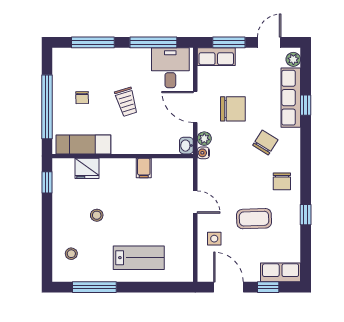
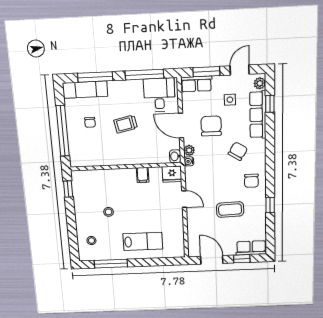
trolley: (126, 102) -> (126, 124), turned 95
window: (306, 105) -> (270, 104), moved
chair: (233, 109) -> (211, 126), turned -90
exam couch: (83, 144) -> (85, 90), moved, turned 180
fridge: (87, 168) -> (172, 174), moved
side table: (214, 239) -> (230, 100), moved

